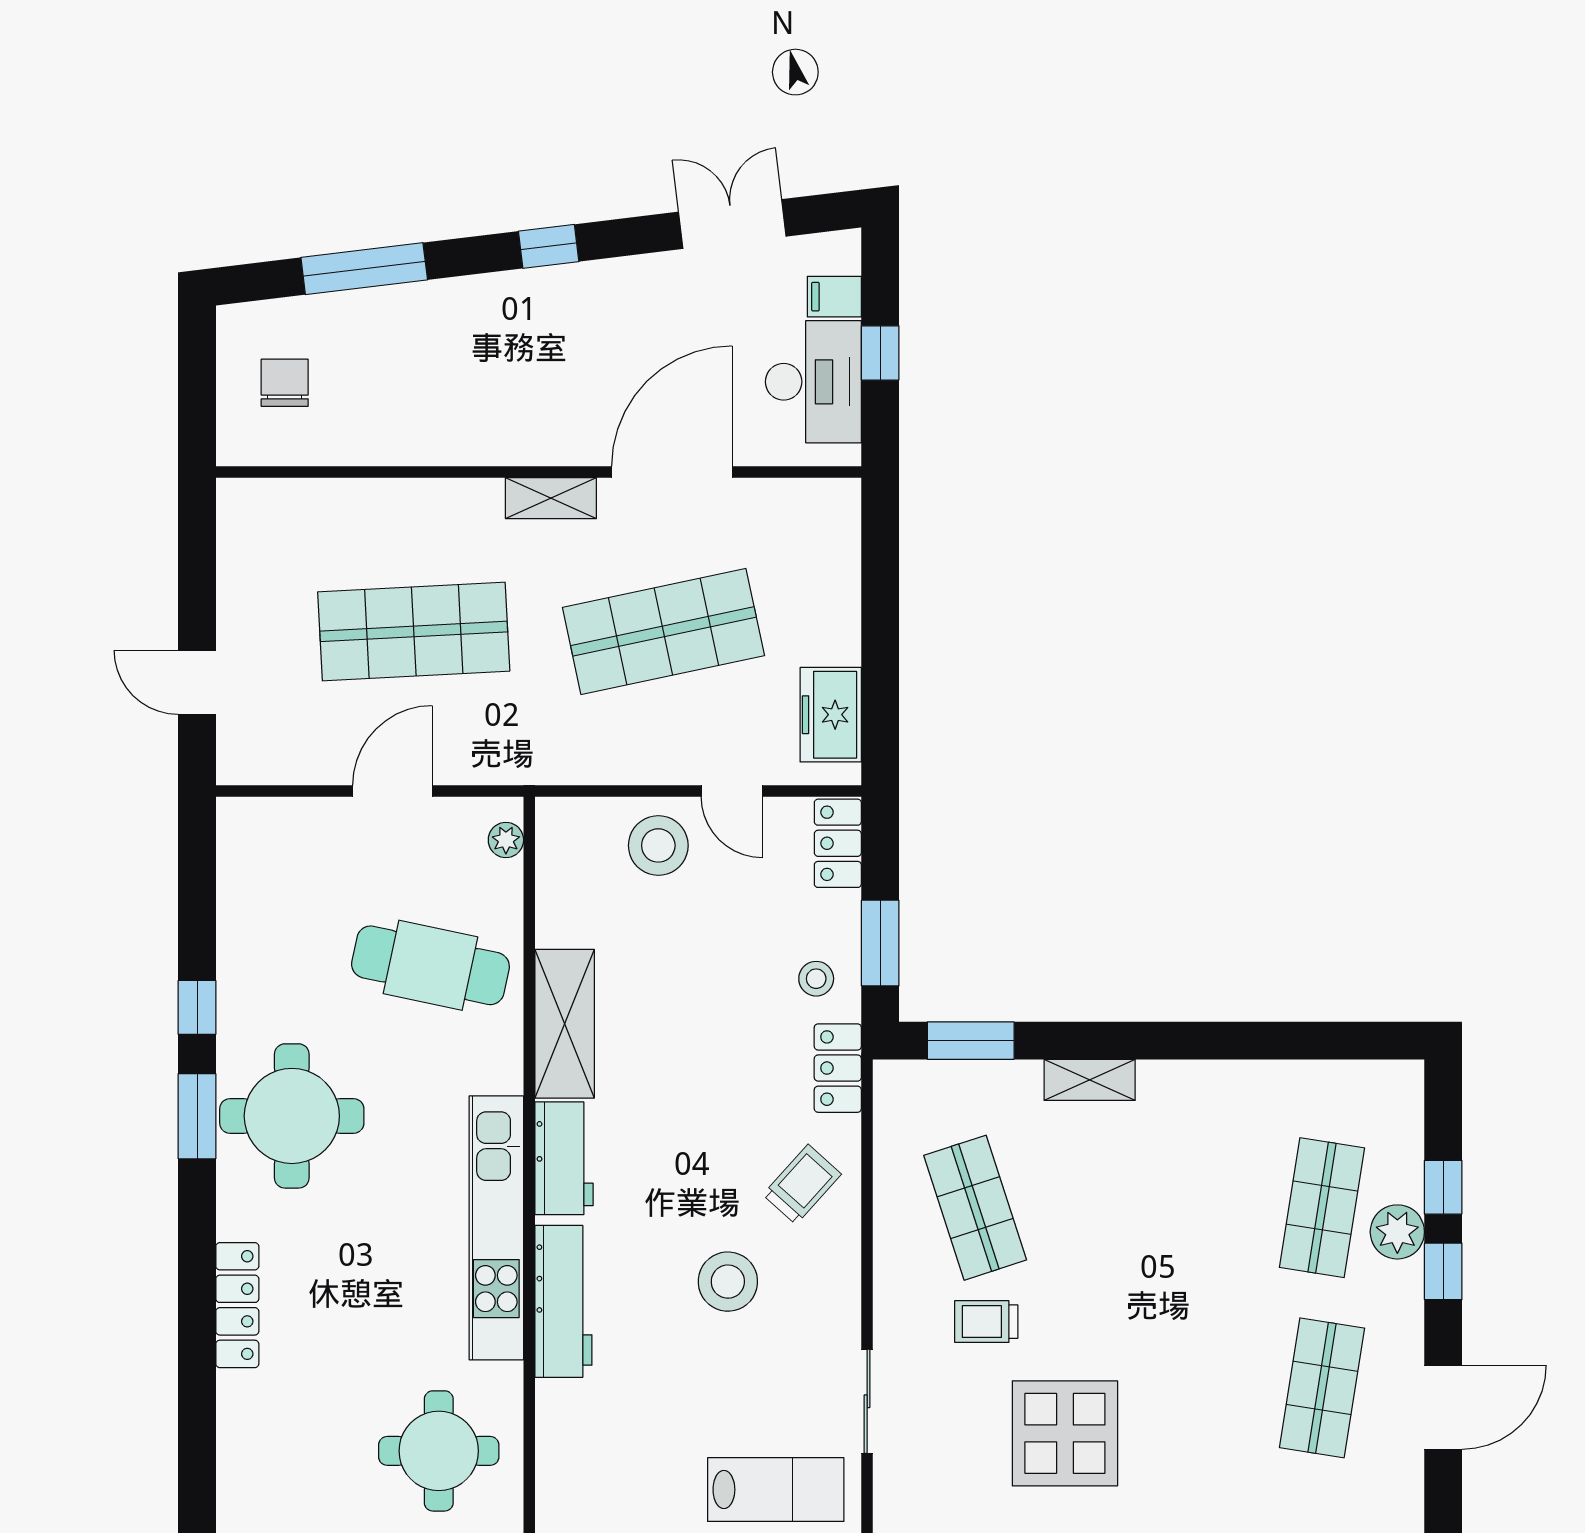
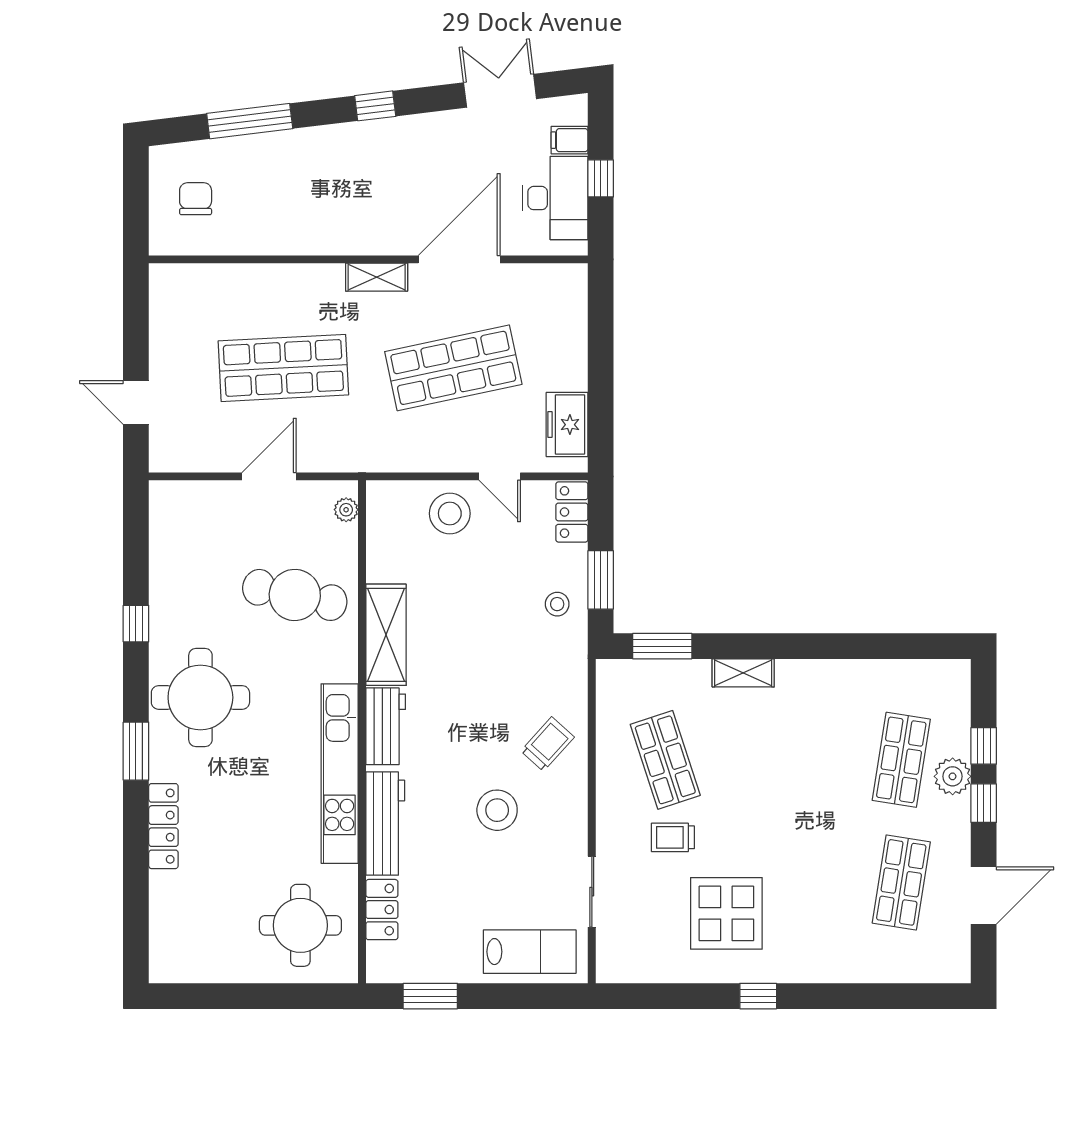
locker: (838, 1068) -> (382, 910), moved, turned 180
window: (197, 1116) -> (136, 751), moved

